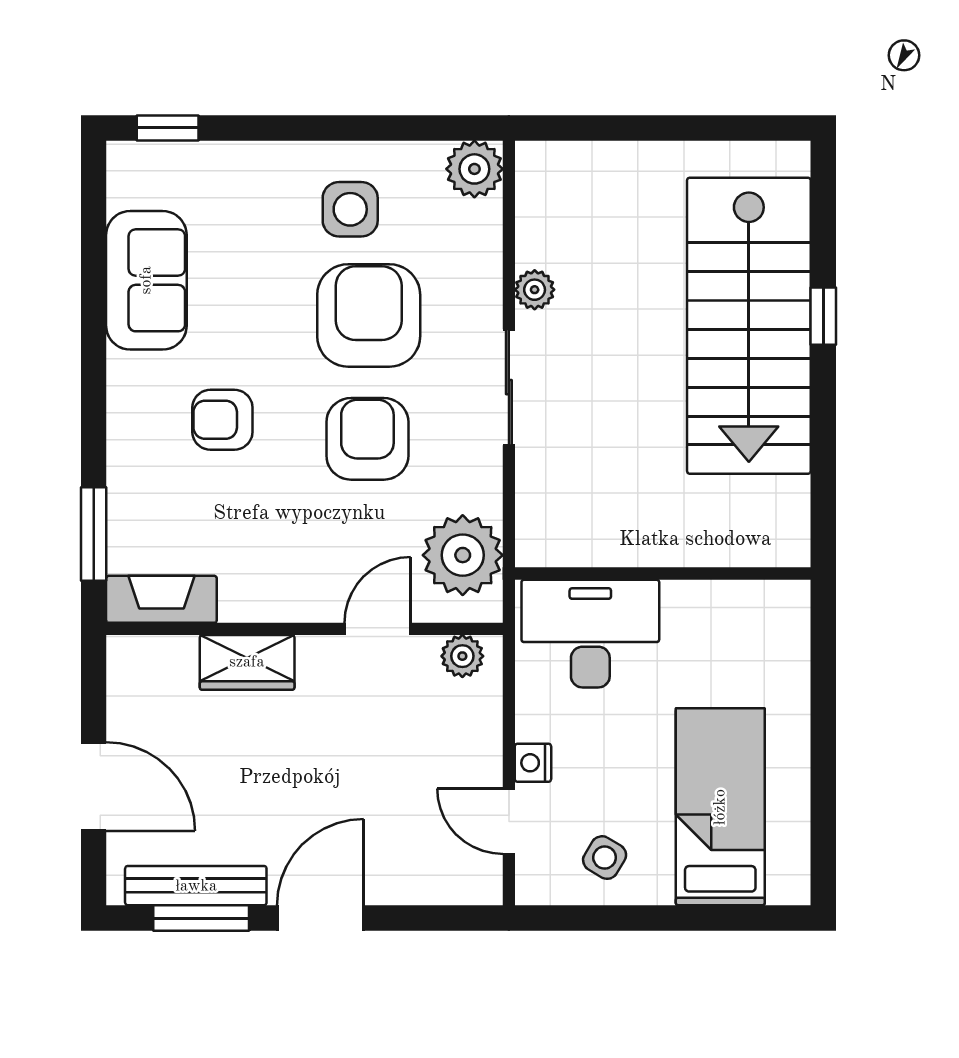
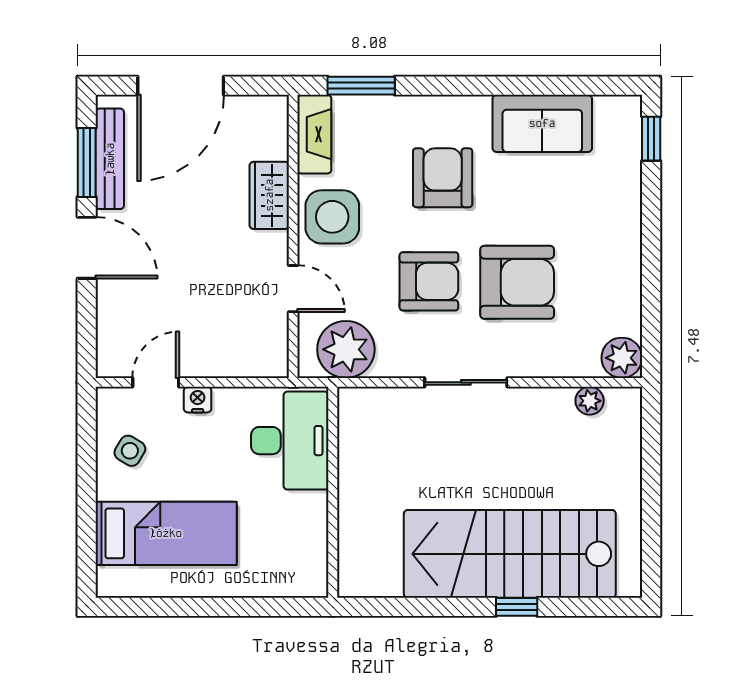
side table: (350, 209) -> (332, 217), moved, width x1.37, depth x1.37
plant: (535, 290) -> (590, 401), moved
armchair: (222, 420) -> (443, 178), width x1.38, depth x1.38
plant: (462, 656) -> (274, 349), removed
door: (94, 786) -> (181, 86), width x1.36

